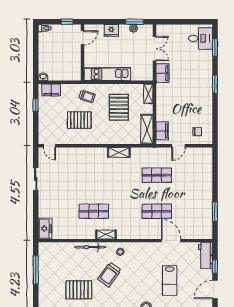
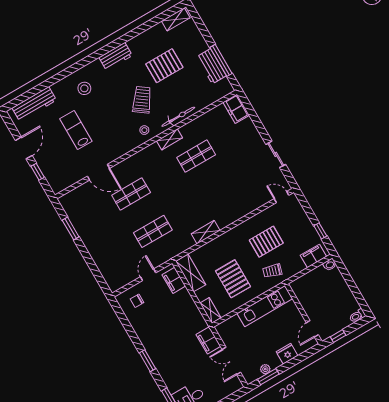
workbench: (205, 255) -> (211, 66), moved, turned 180

